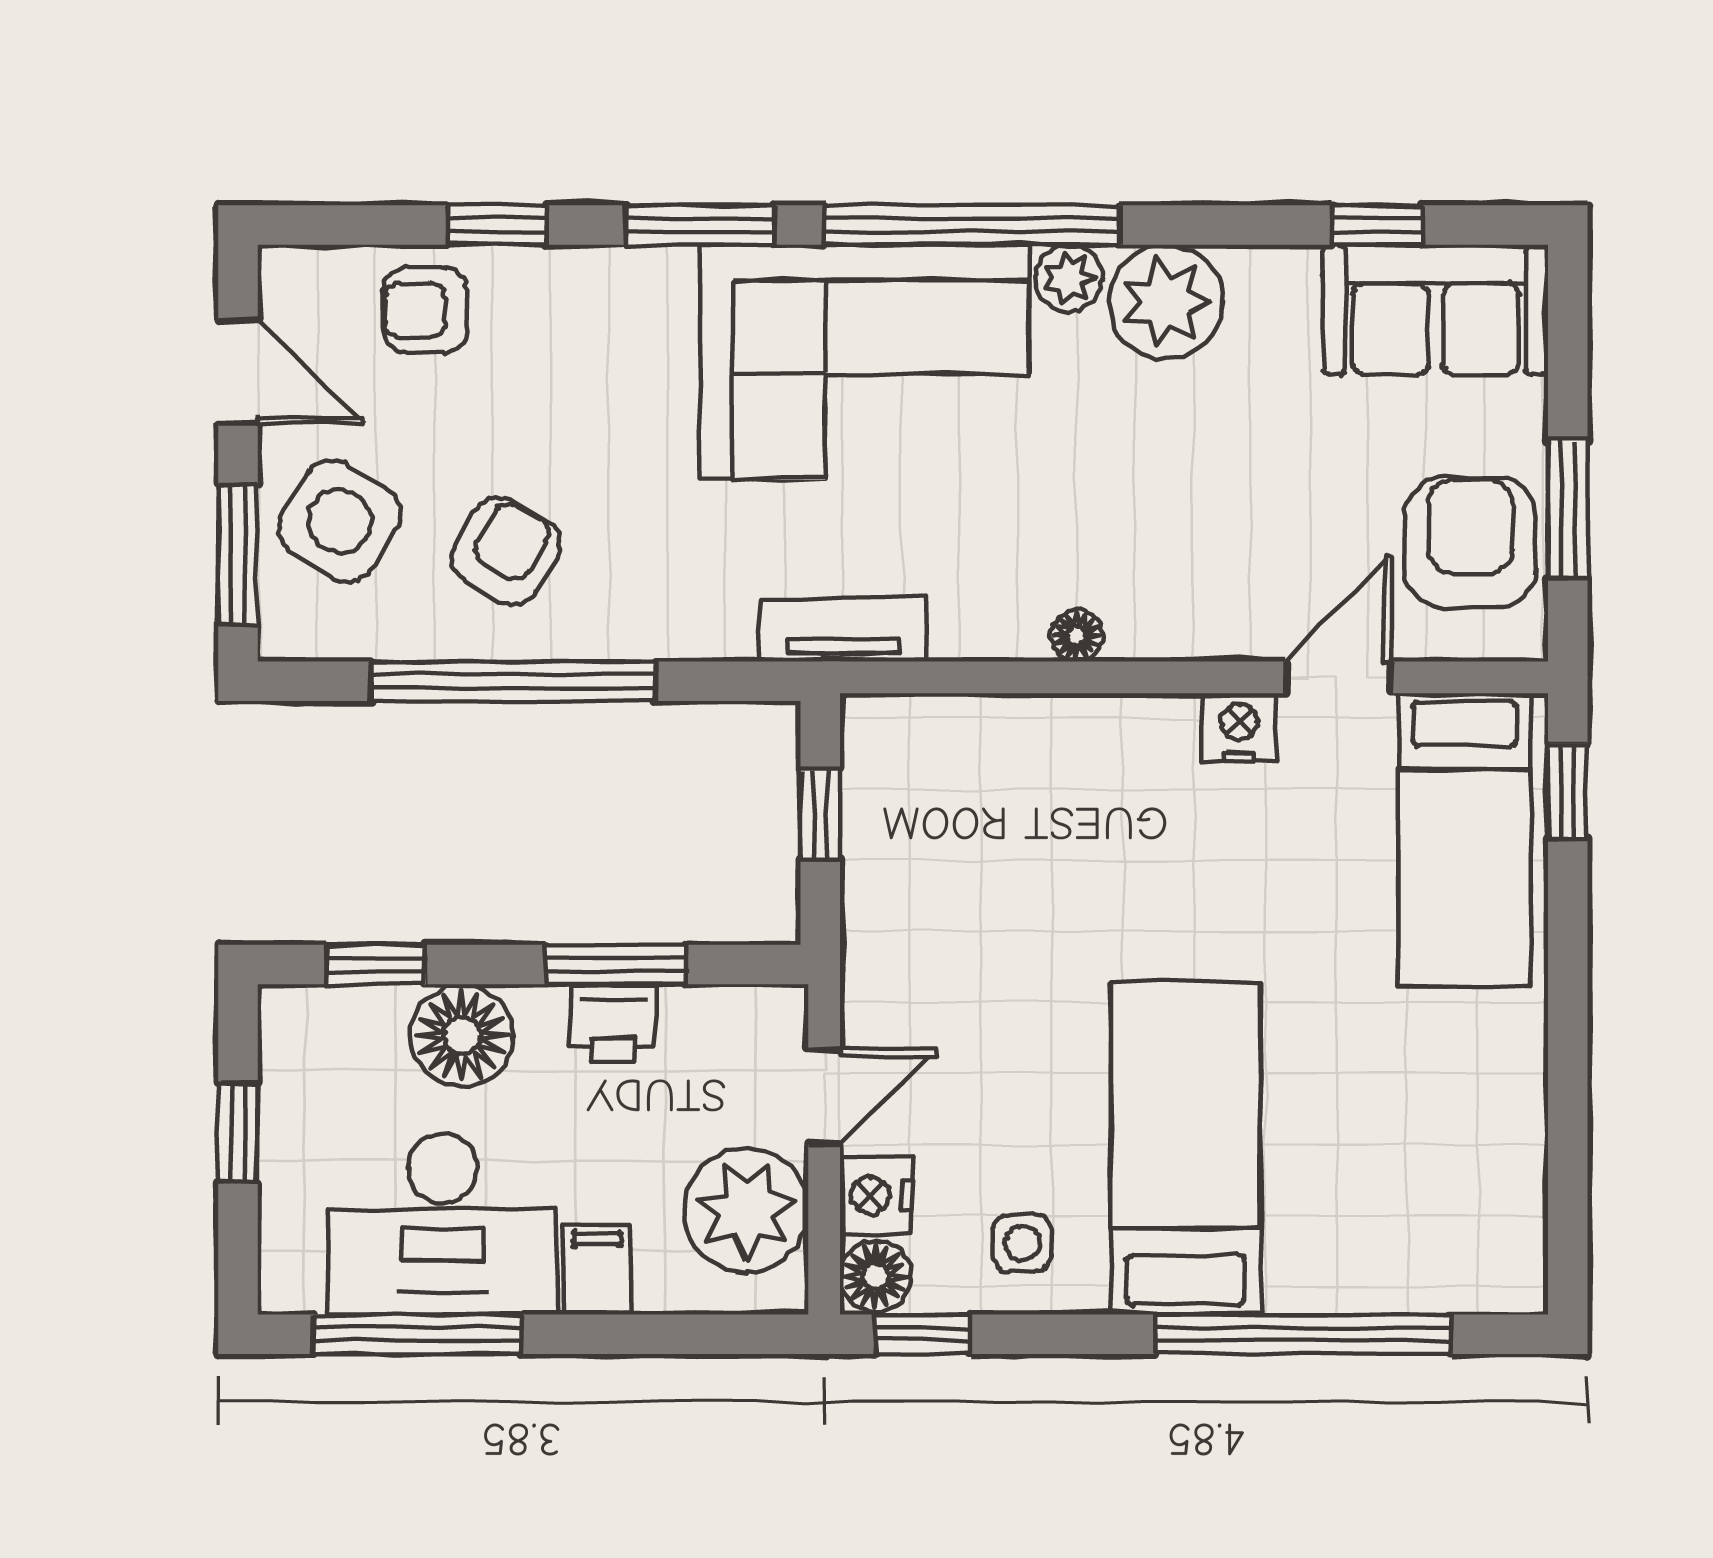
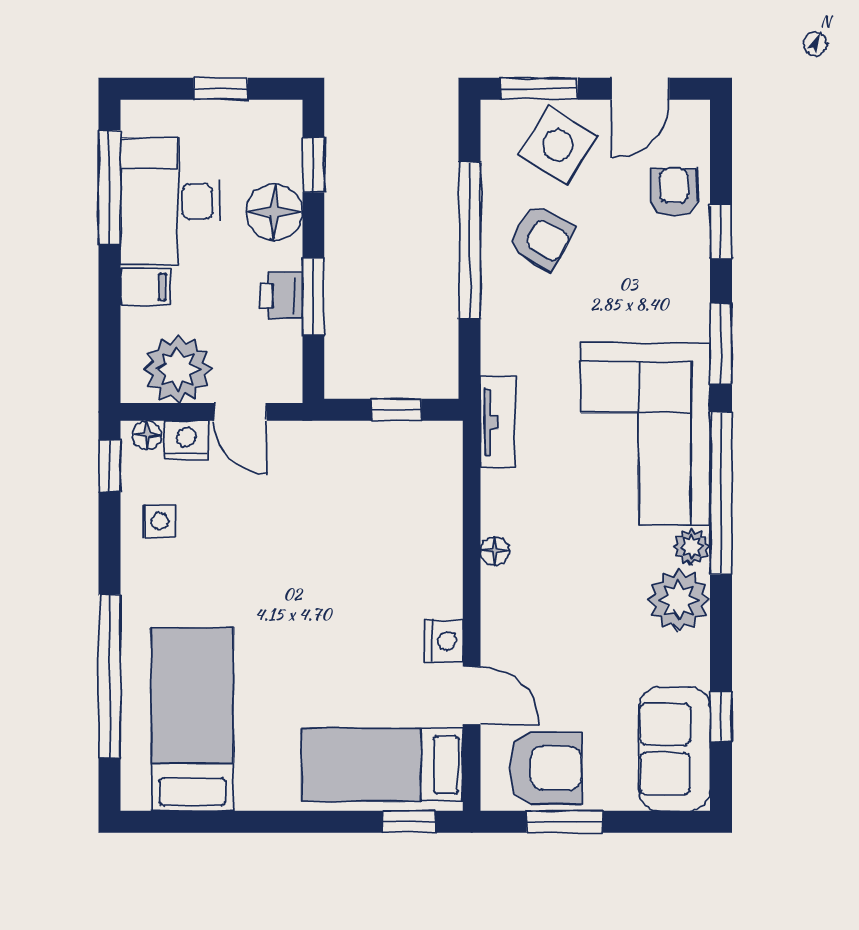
bed: (1186, 1148) -> (192, 719), moved, turned -90
floor lamp: (876, 1276) -> (147, 435), width x0.73, depth x0.73

